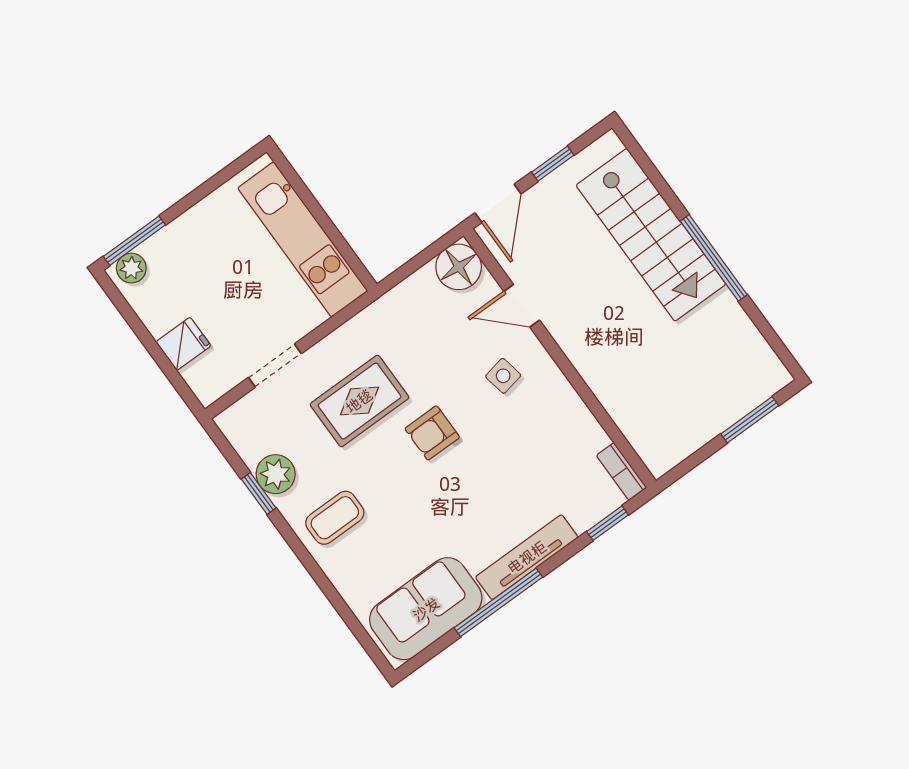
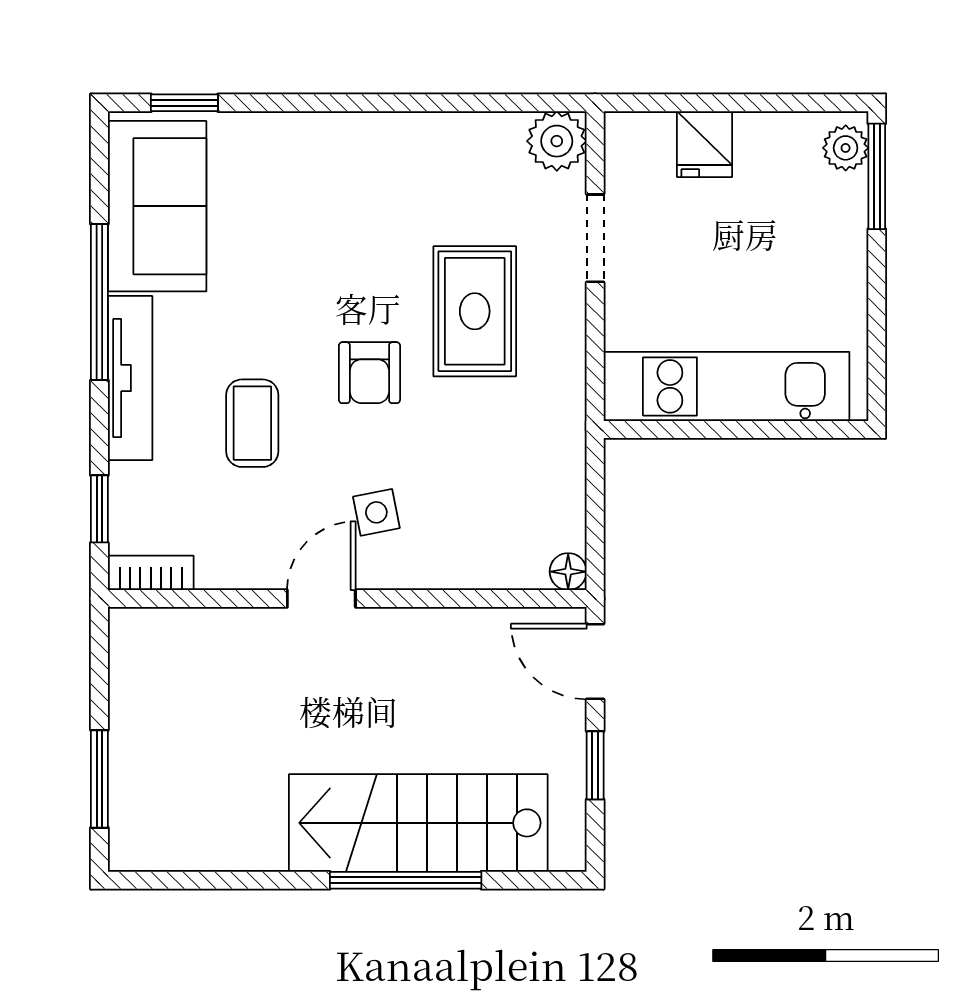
window: (714, 258) -> (406, 880), moved
floor lamp: (459, 267) -> (568, 572), width x0.53, depth x0.53
door: (522, 306) -> (321, 599), moved
armchair: (432, 433) -> (369, 373), turned 180
plant: (276, 474) -> (557, 141), moved
window: (259, 493) -> (184, 103), moved
coffee table: (335, 518) -> (252, 423), moved

